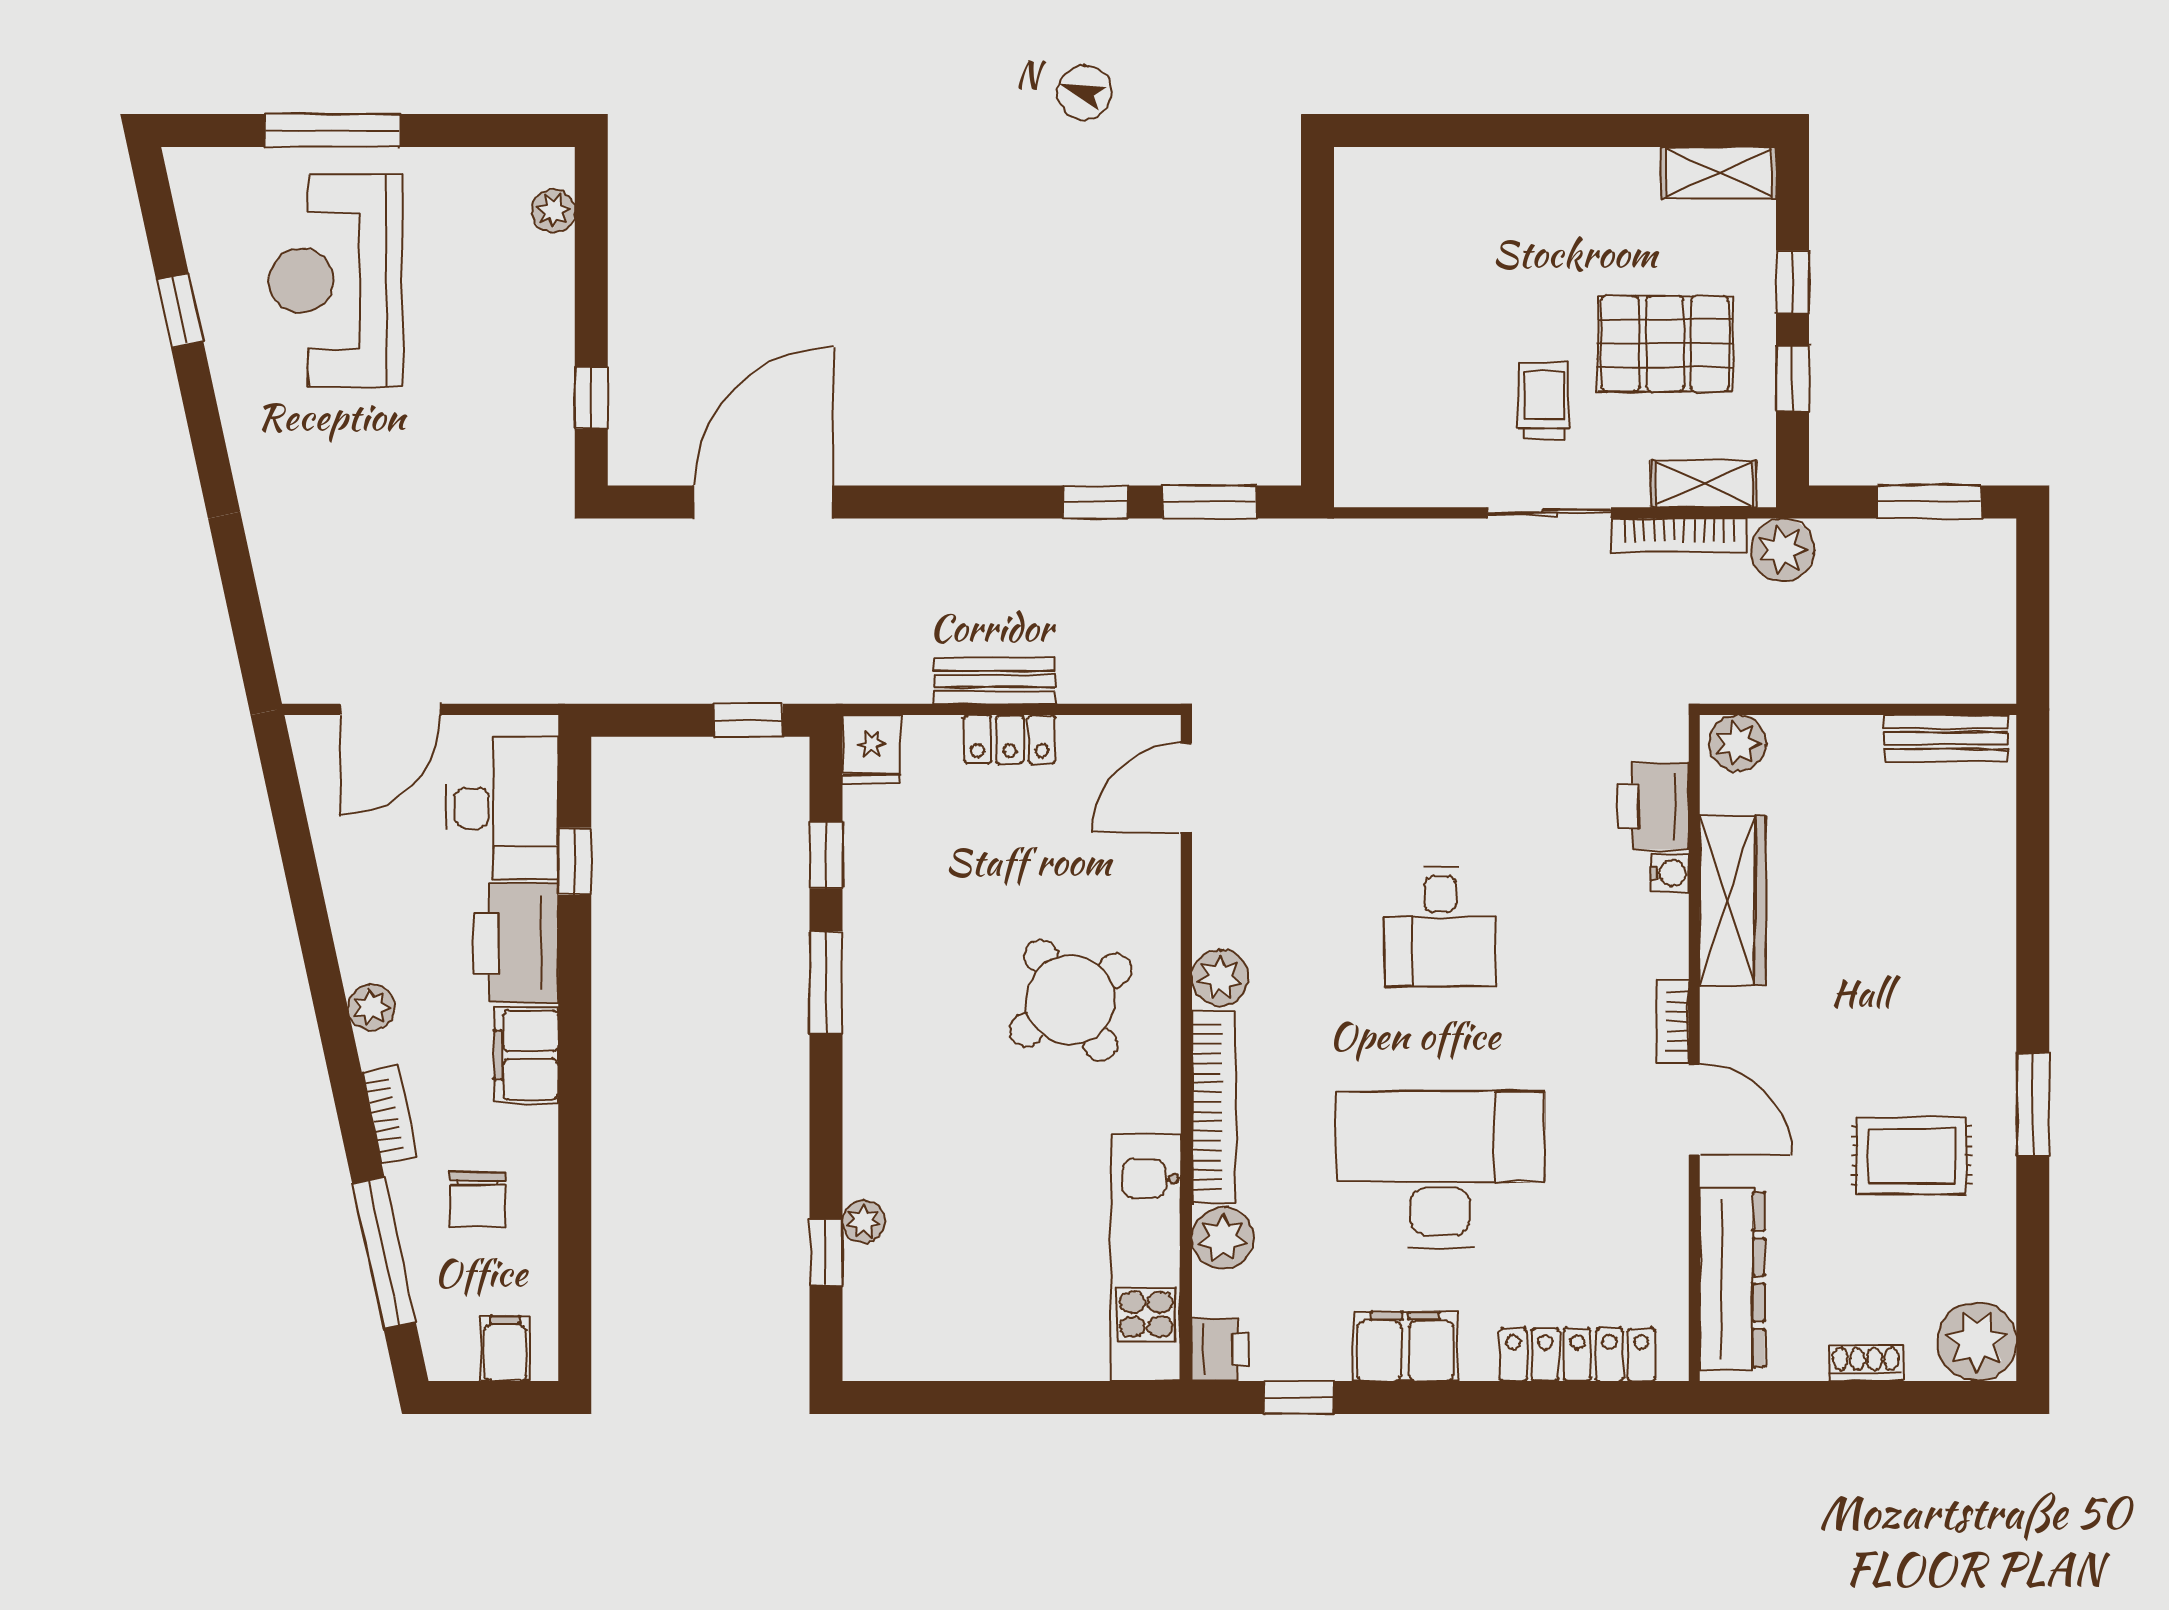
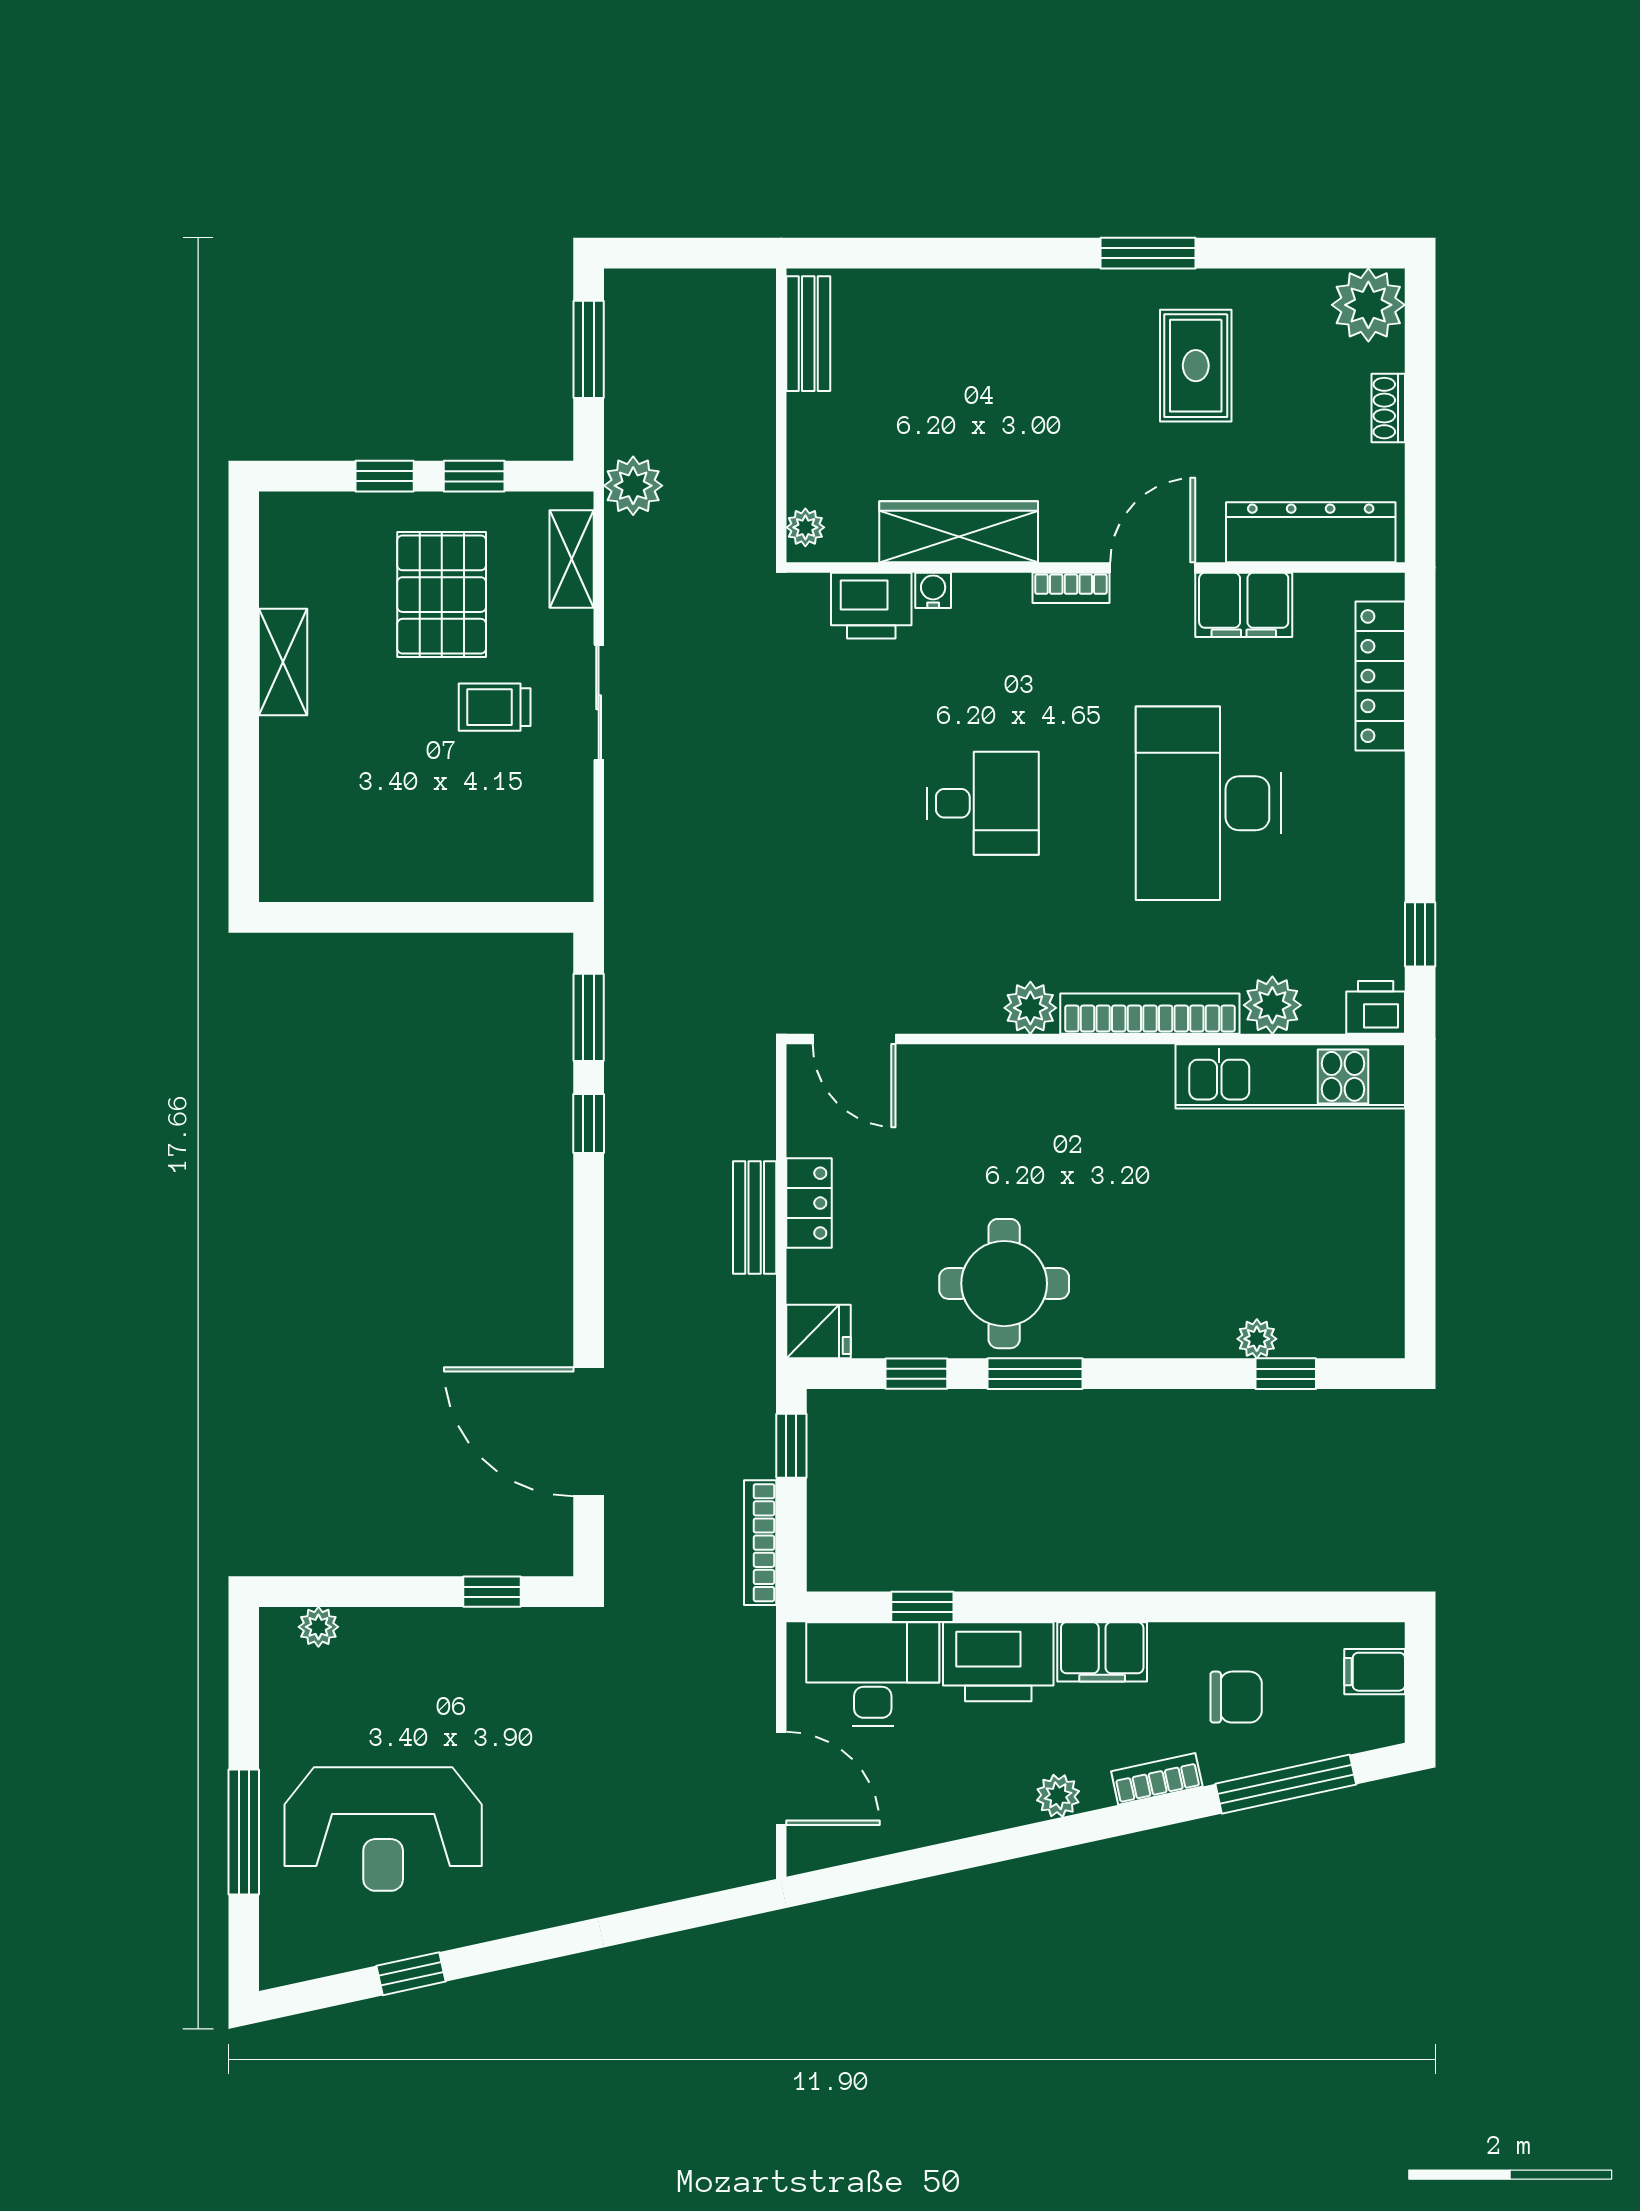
shelving: (1719, 173) -> (283, 662), moved
bookcase: (1679, 536) -> (760, 1543), moved, turned 180
plant: (1737, 743) -> (805, 527), width x0.73, depth x0.73
round table: (1071, 1000) -> (1004, 1284), moved, turned 34
filing cabinet: (1405, 1346) -> (1244, 605), moved, turned -90

